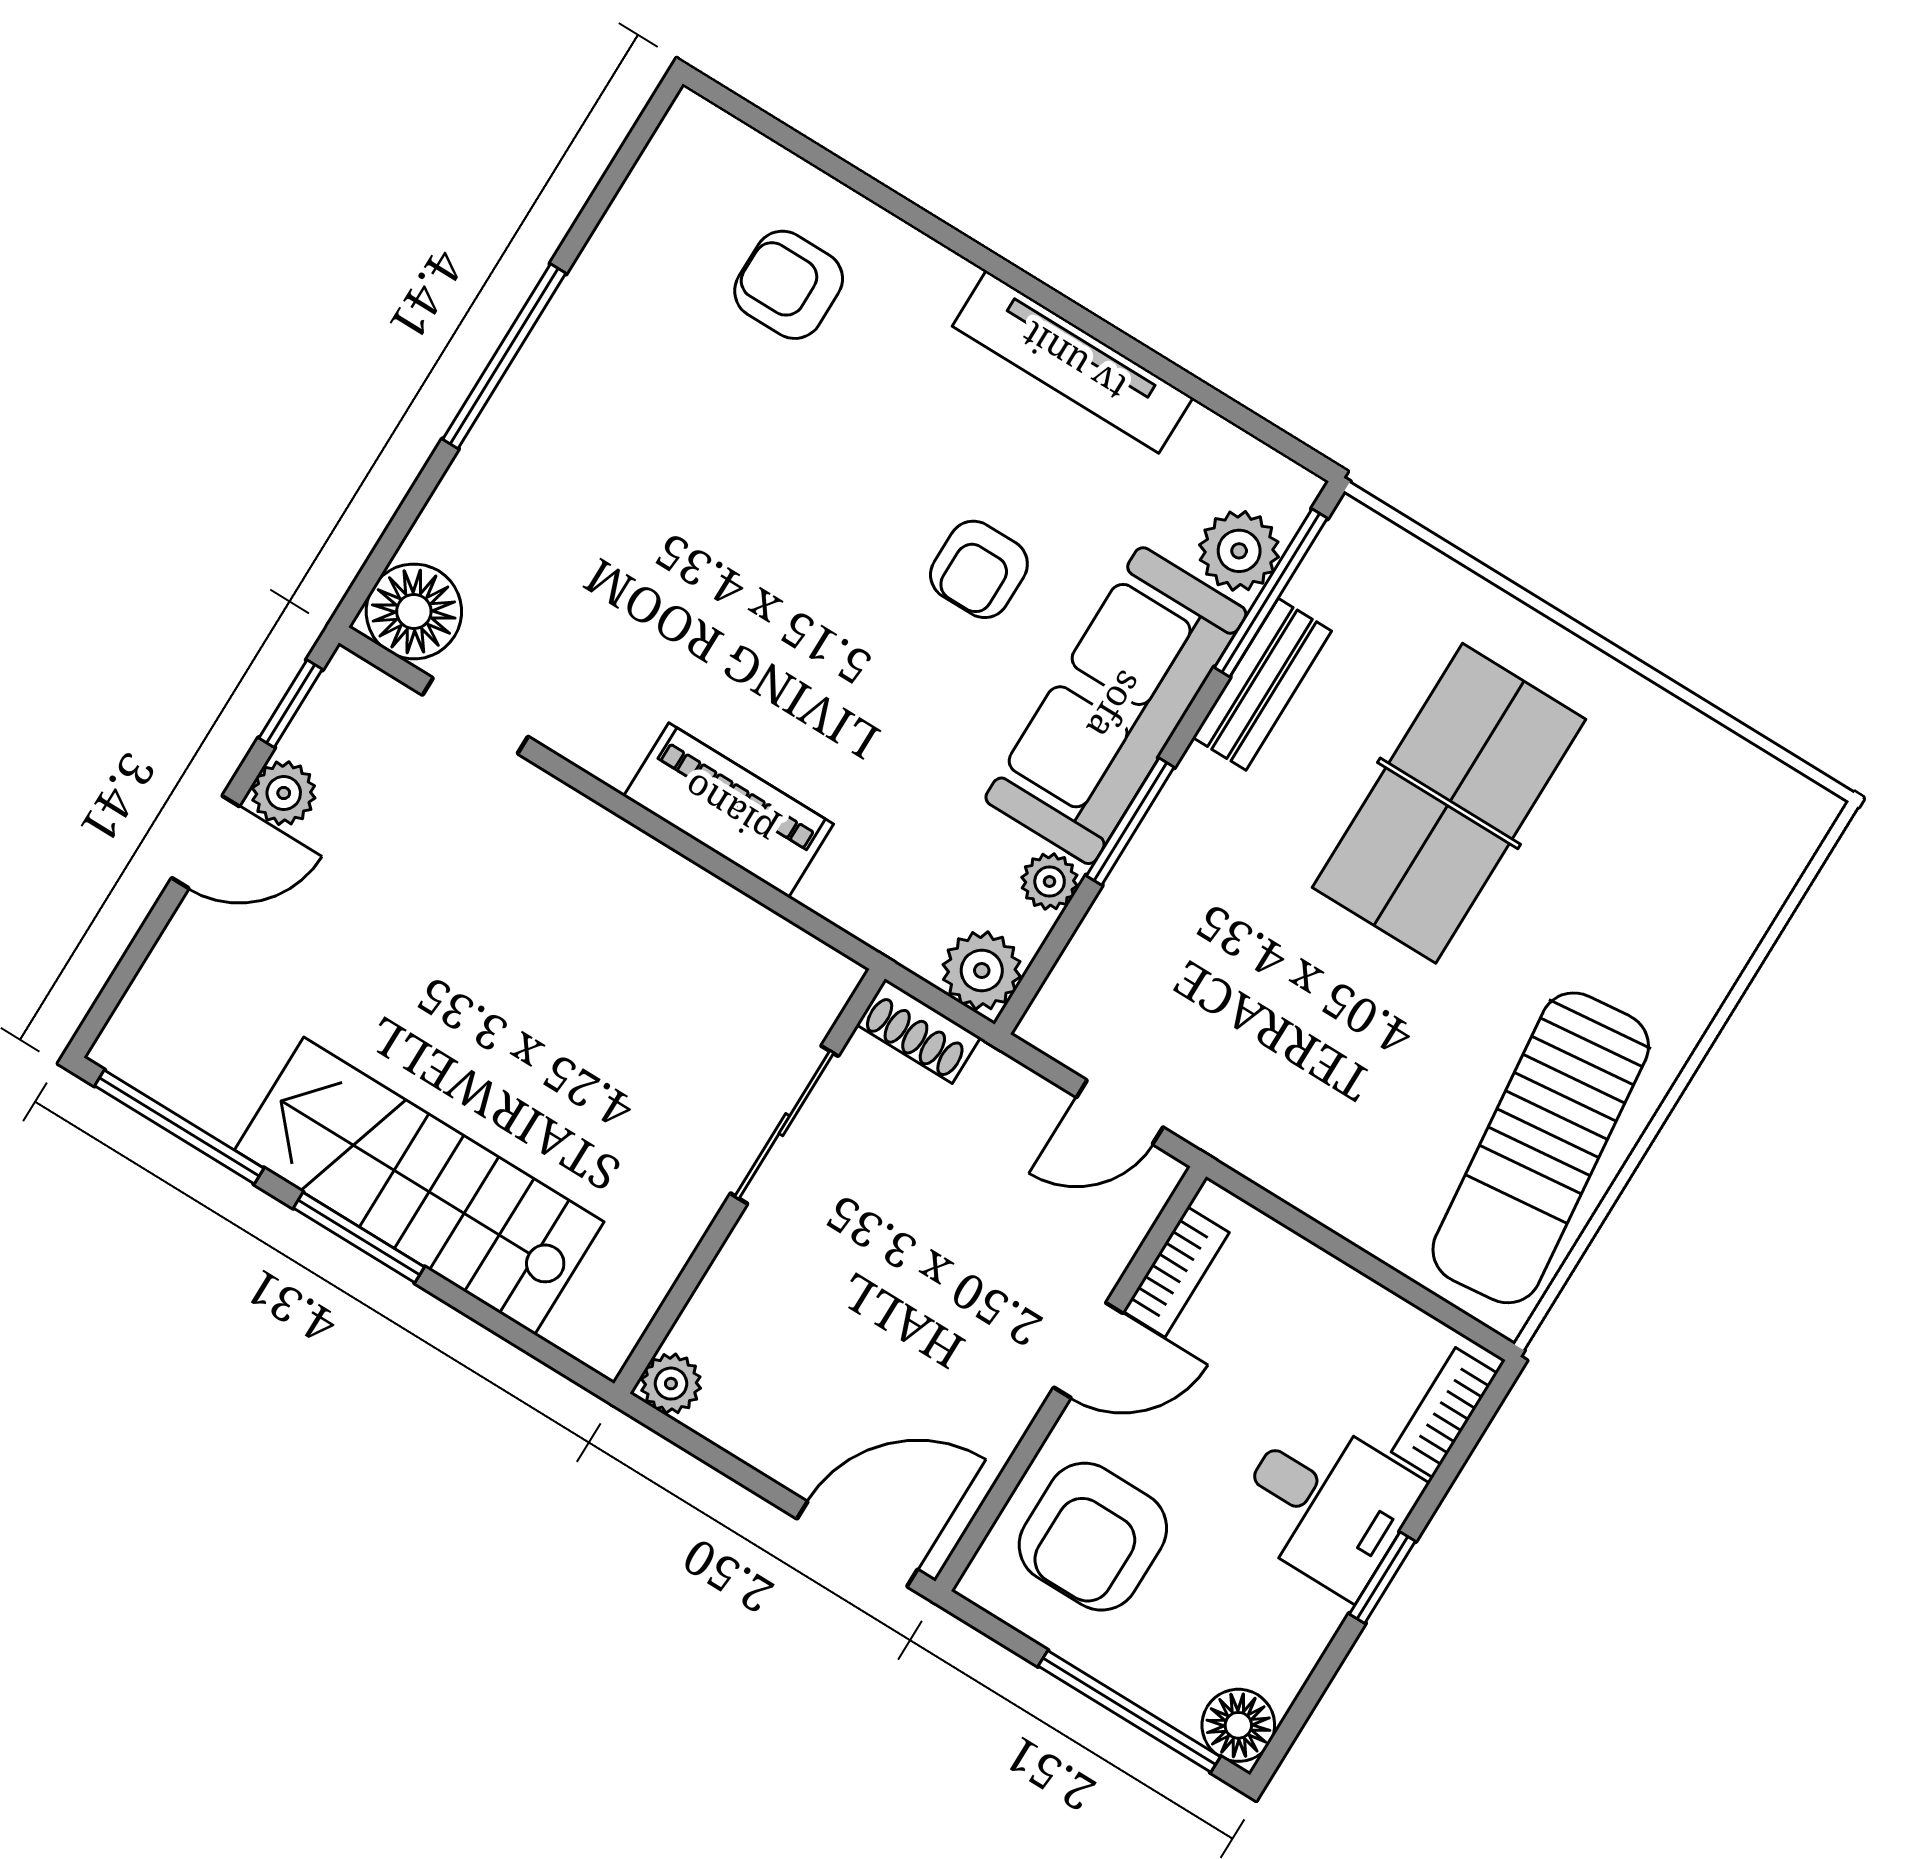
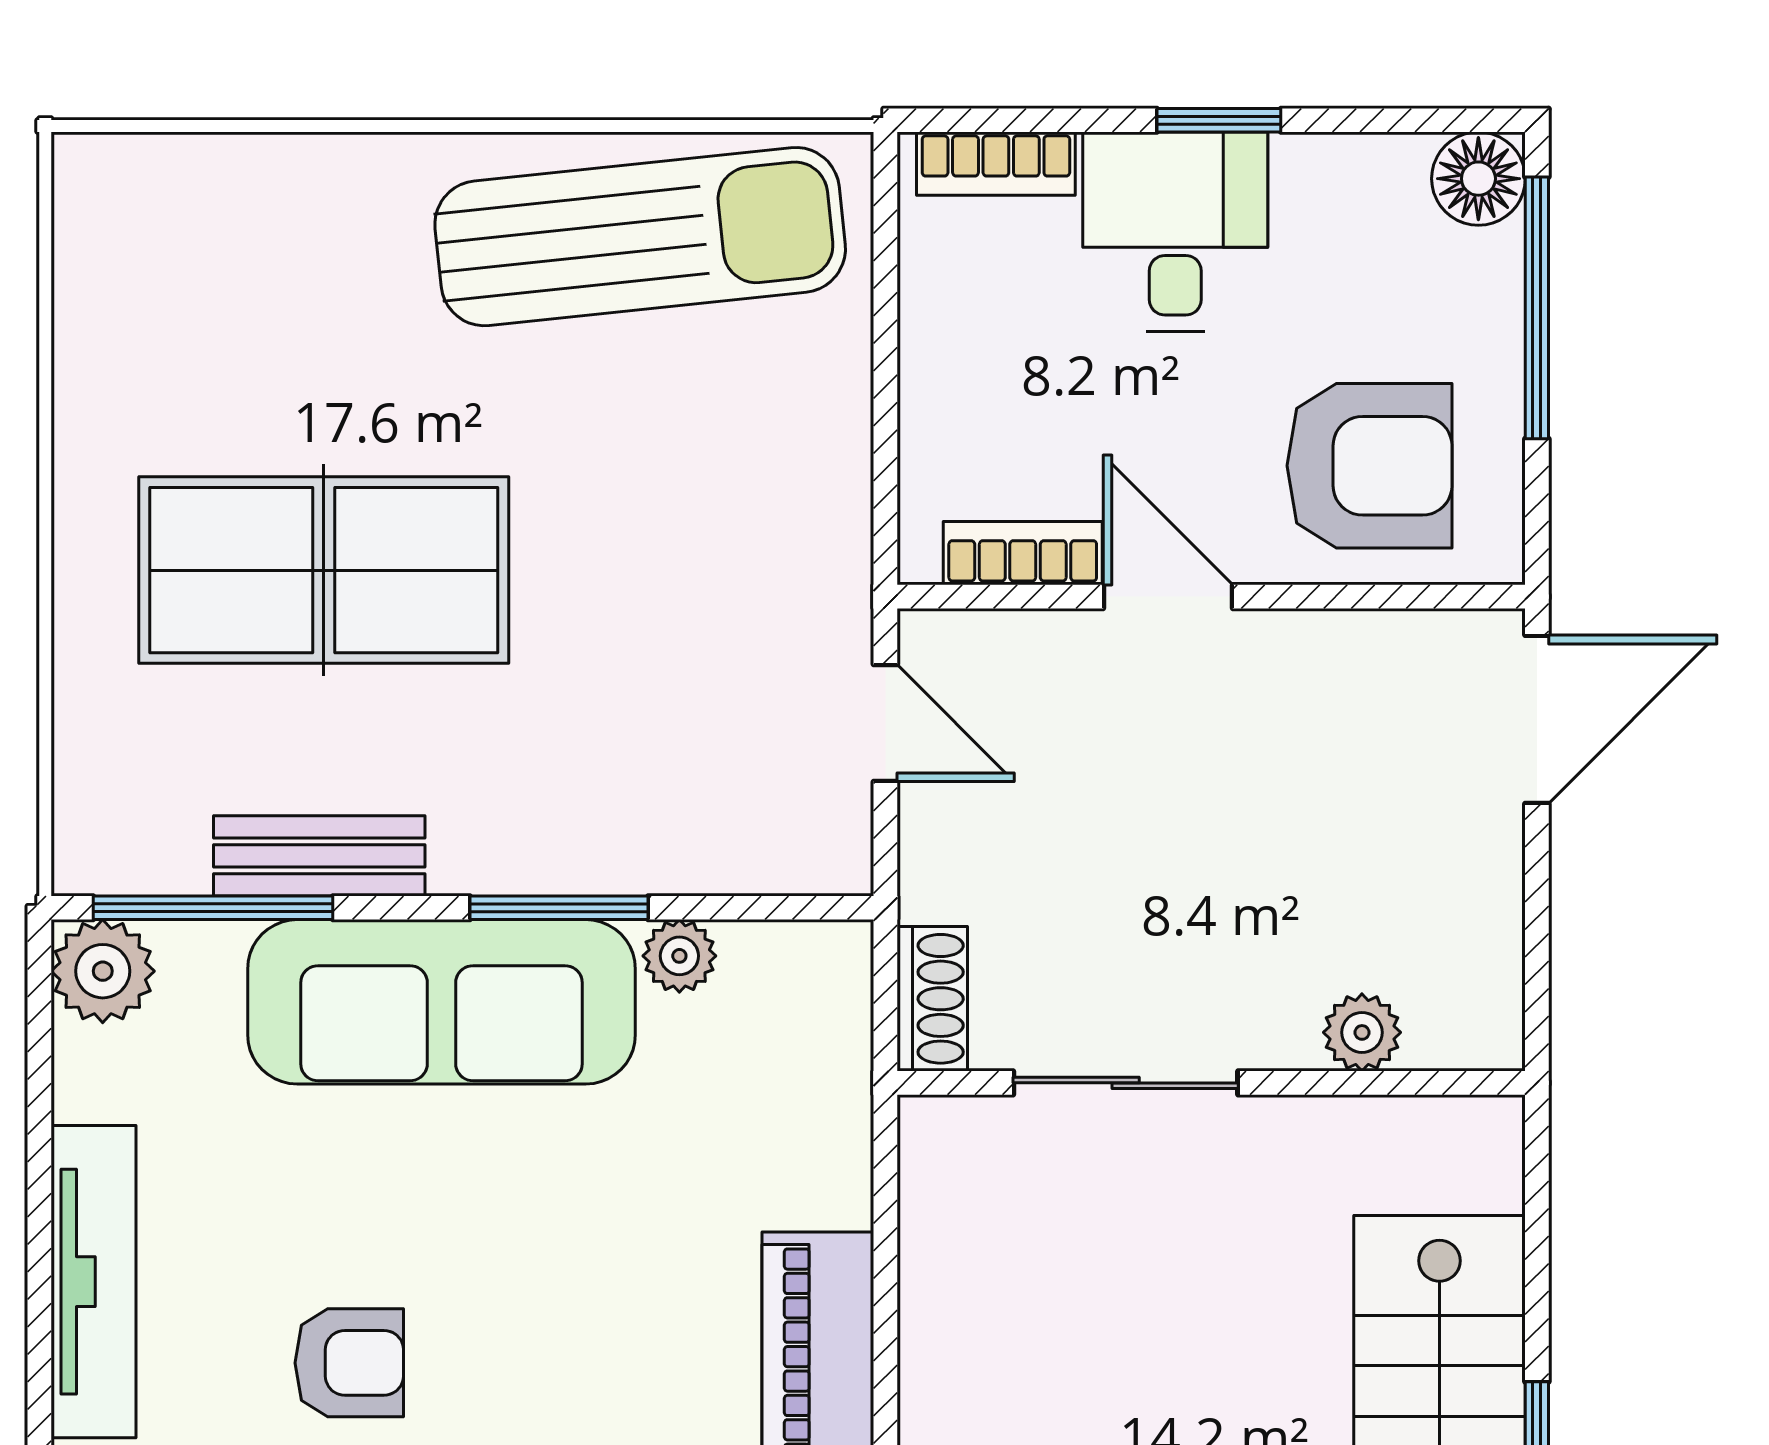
plant: (1239, 551) -> (103, 971), moved
armchair: (979, 569) -> (349, 1363), moved
plant: (982, 971) -> (823, 970), removed
plant: (671, 1384) -> (1362, 1032), moved
door: (857, 1544) -> (1537, 719), swing flipped

